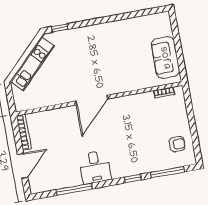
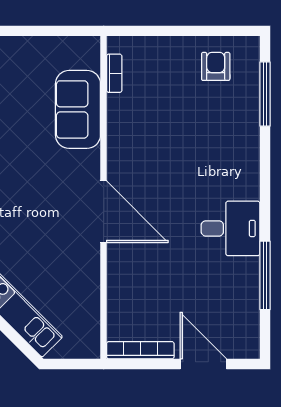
sofa: (165, 58) -> (78, 109), moved, turned 90
window: (133, 178) -> (265, 161), removed

